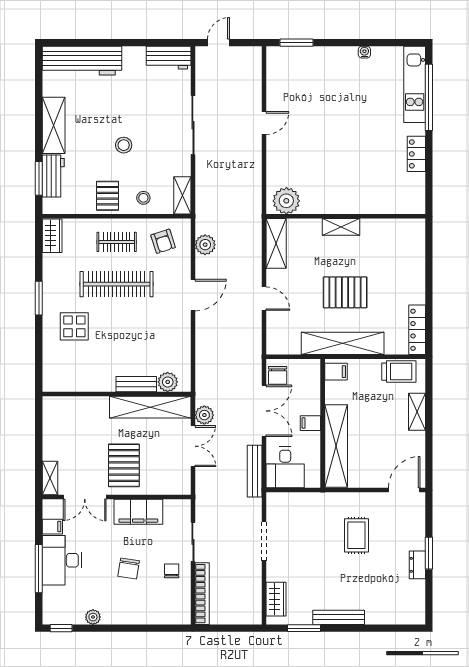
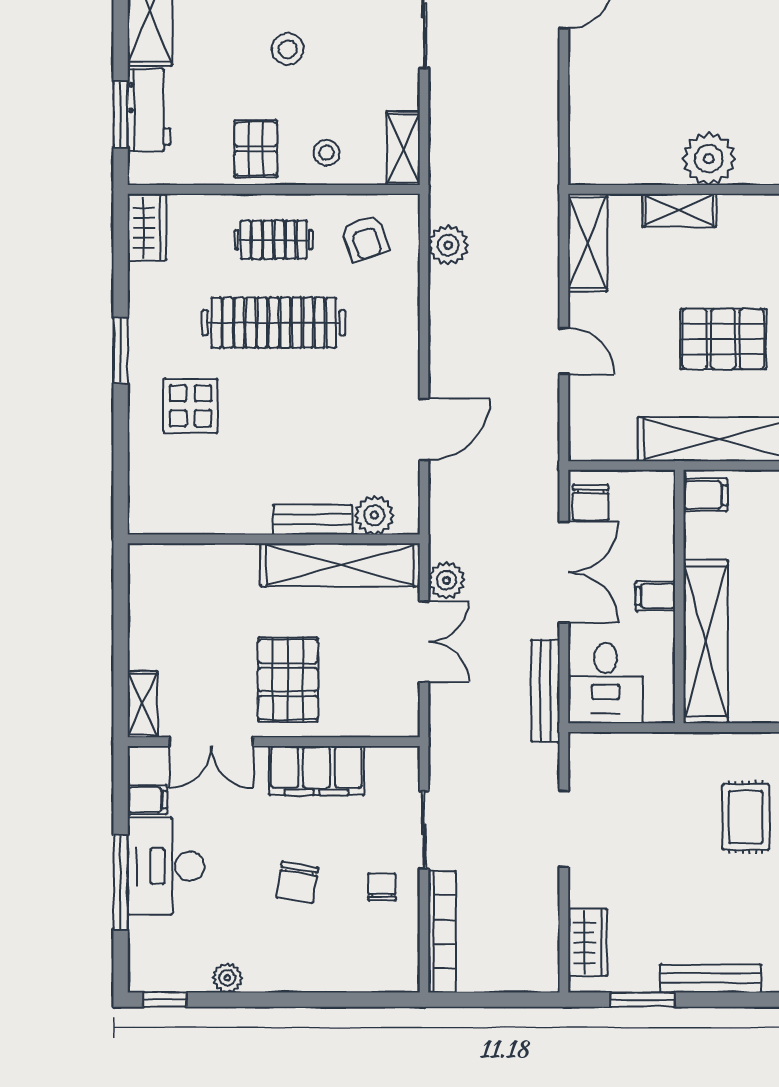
plant: (286, 201) -> (709, 159), moved
shelving: (341, 227) -> (679, 210), moved
door: (193, 295) -> (424, 429), moved

